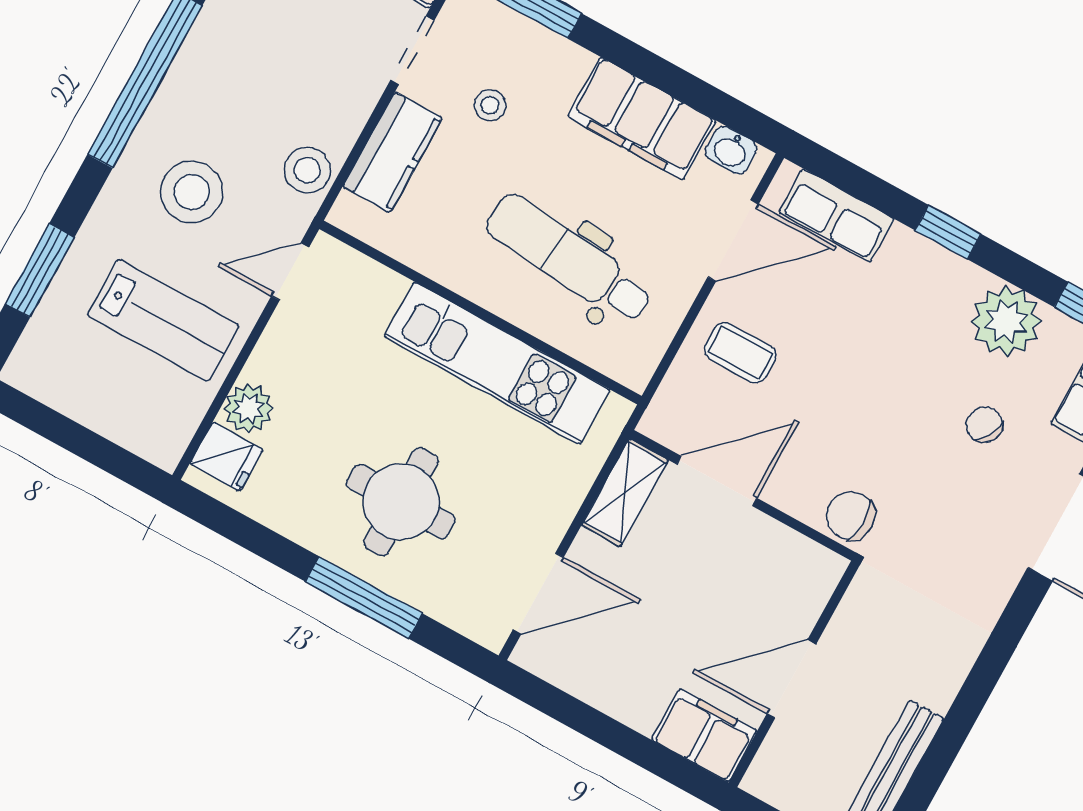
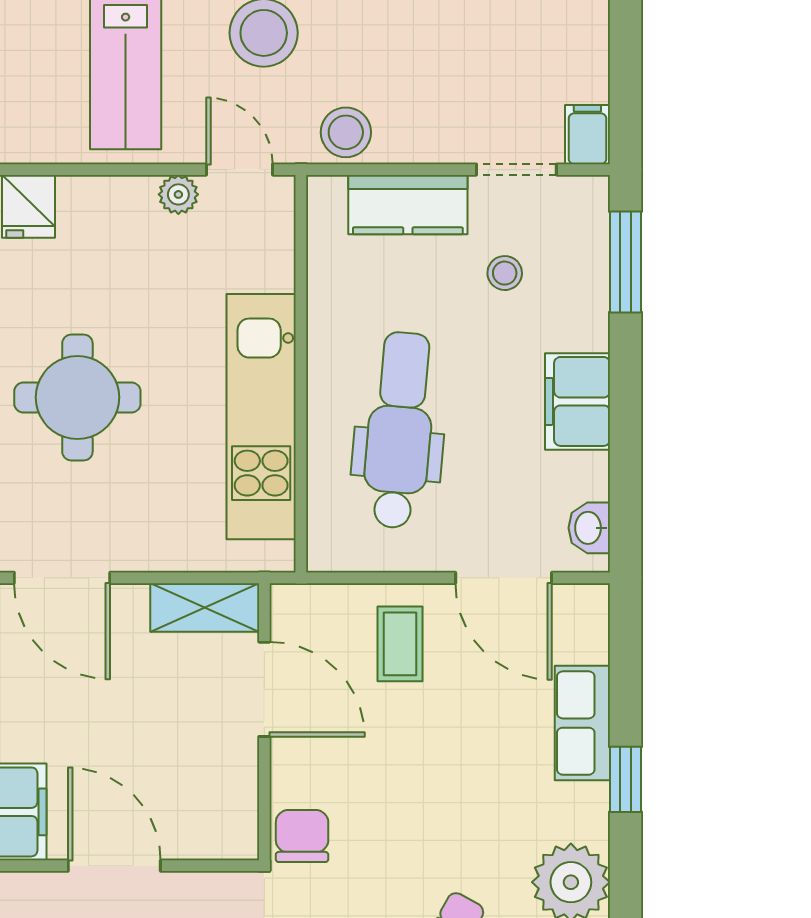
filing cabinet: (642, 119) -> (577, 401), width x0.67, depth x0.86
row of seats: (836, 215) -> (582, 723), moved
plant: (248, 408) -> (178, 194), moved, width x0.73, depth x0.73

